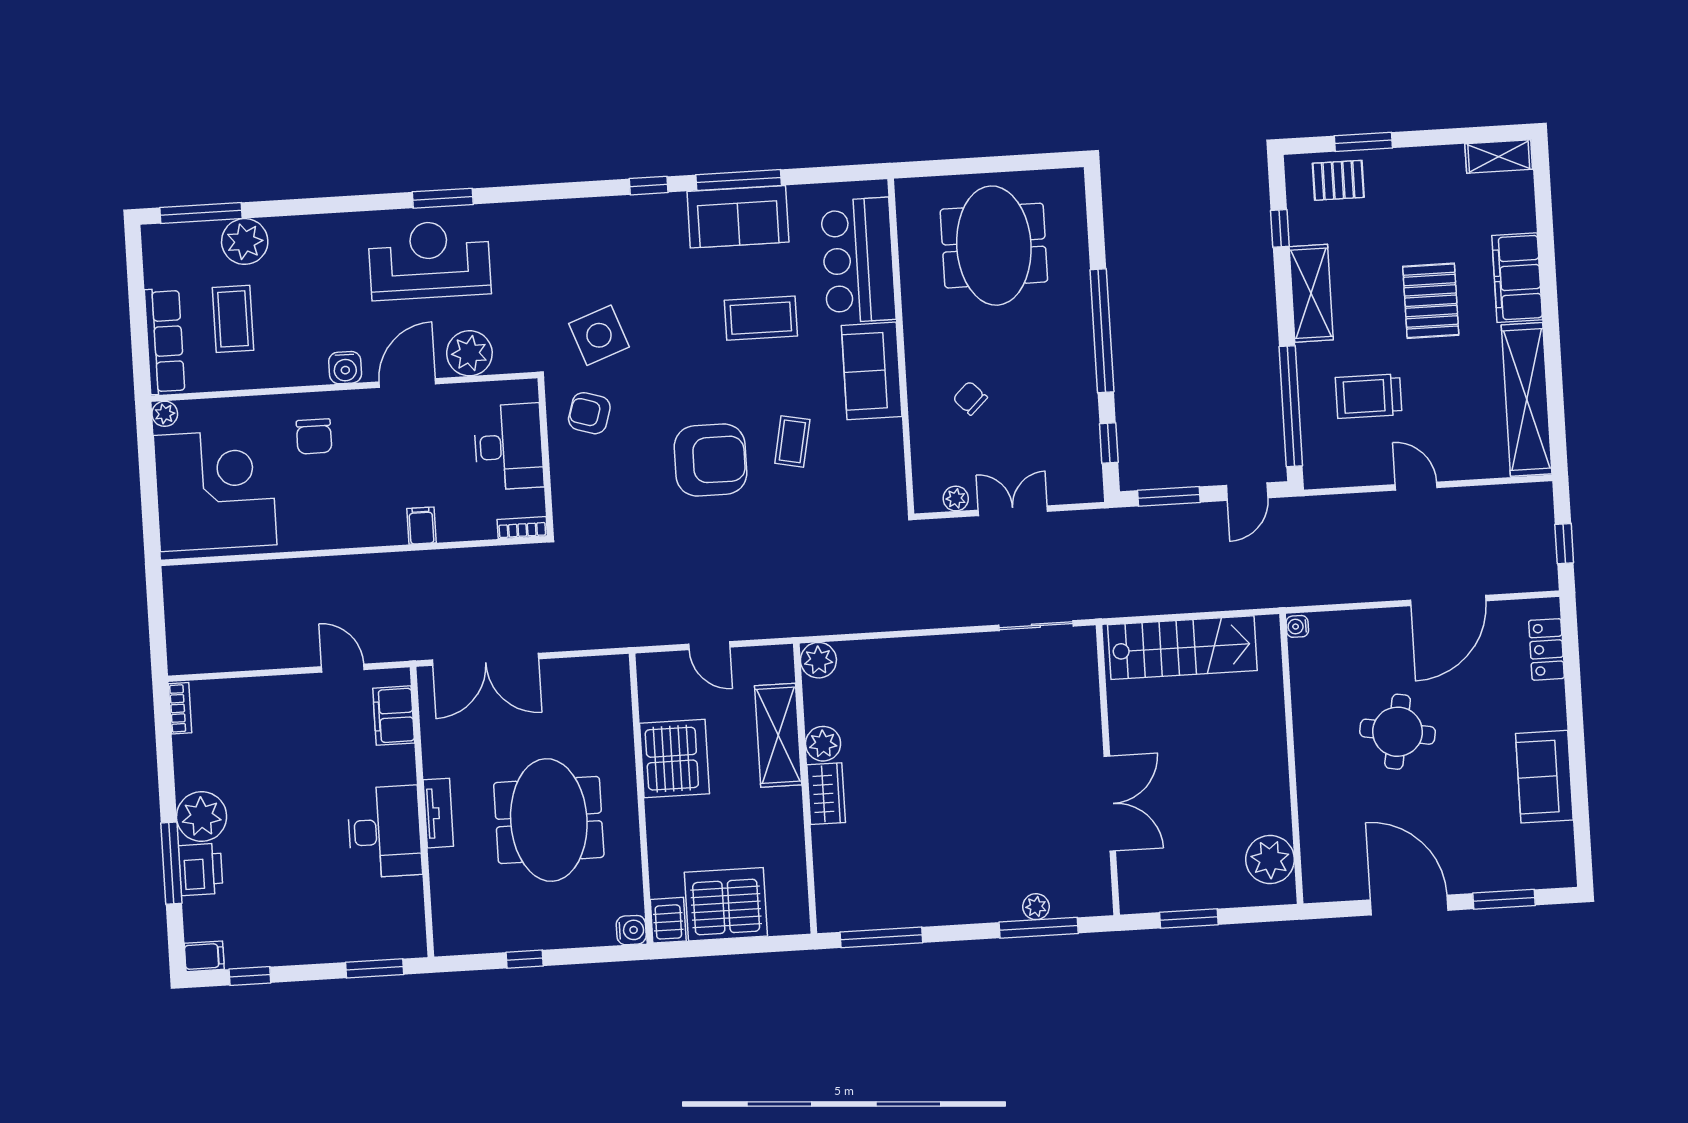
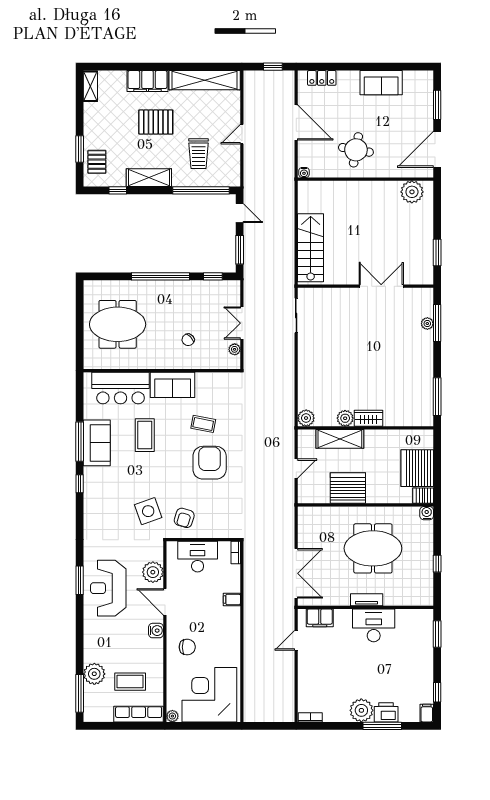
water cooler: (1297, 626) -> (304, 172), moved
wall: (1291, 759) -> (366, 179), moved
plant: (1270, 860) -> (412, 192), moved

